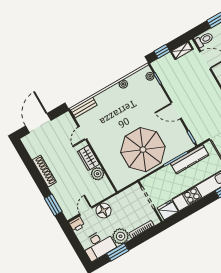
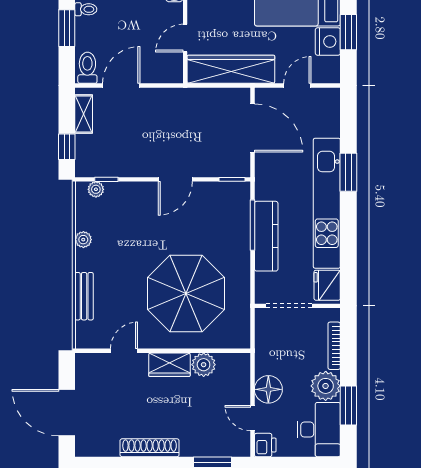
bench: (84, 107) -> (84, 296), moved
door: (83, 133) -> (124, 351), swing flipped
parasol: (143, 150) -> (186, 294), moved
kitchen counter: (190, 159) -> (266, 236), moved

